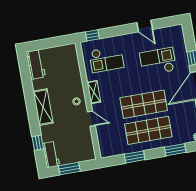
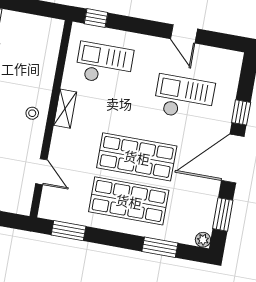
checkout: (106, 59) -> (104, 64), turned 180
door: (91, 119) -> (41, 172), moved
window: (135, 157) -> (68, 231), moved

